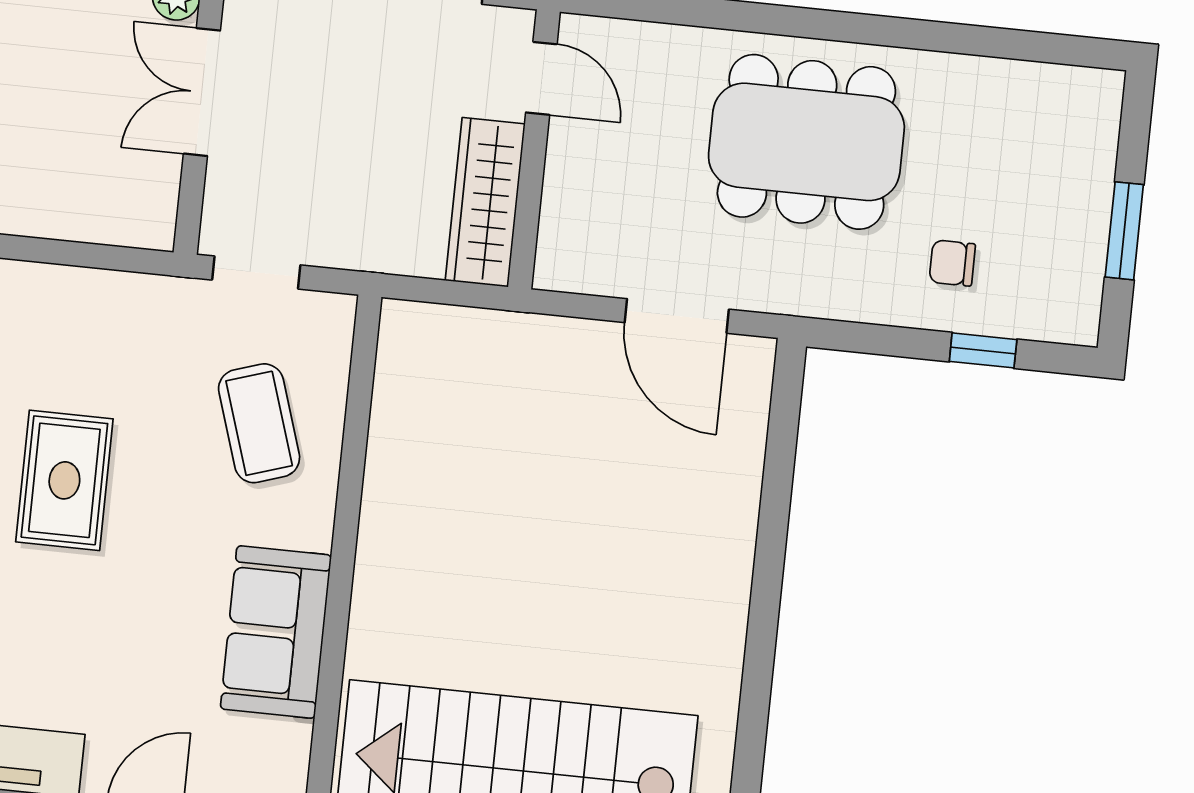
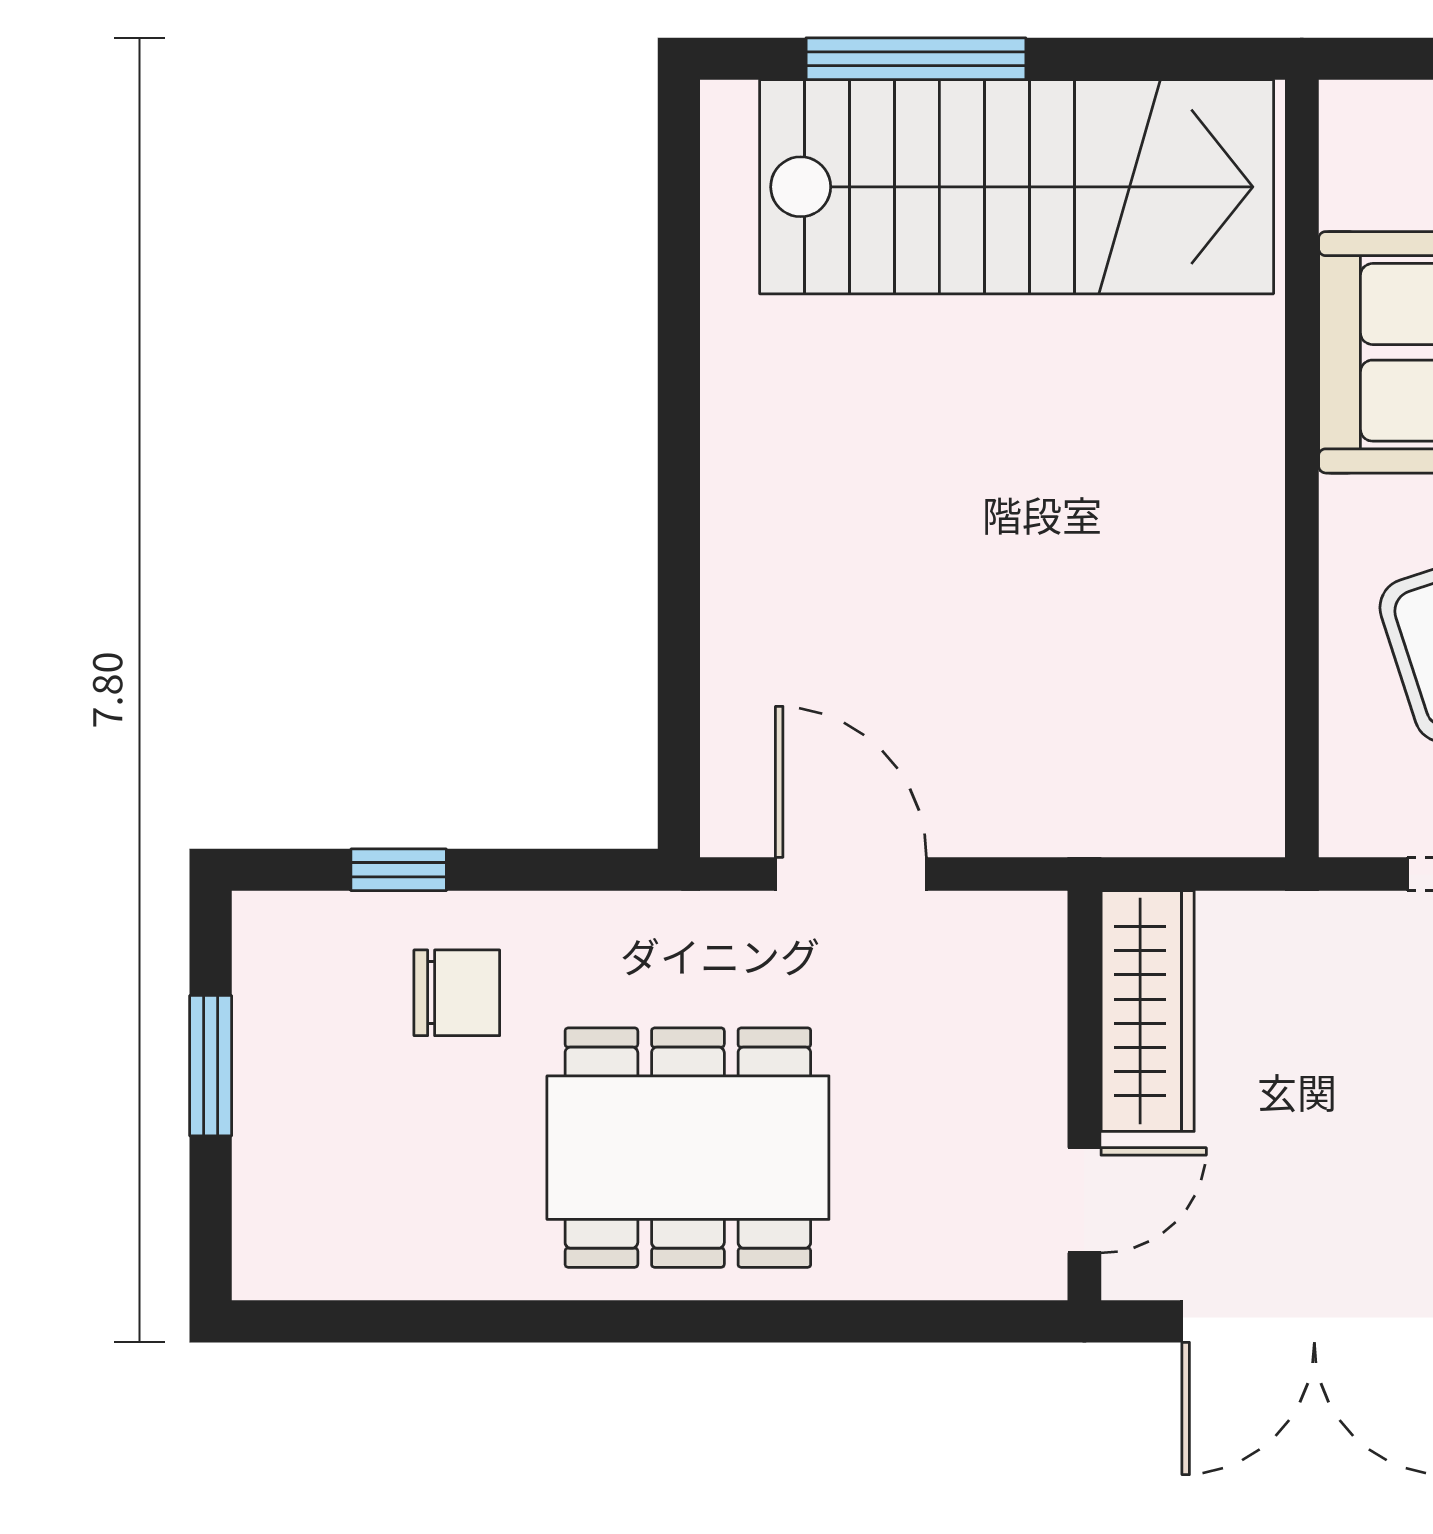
door: (541, 78) -> (1084, 1200), swing flipped
chair: (952, 263) -> (457, 993), width x1.37, depth x1.37

